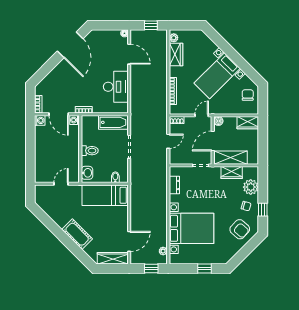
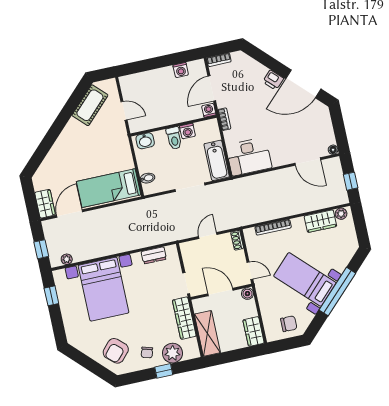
window: (232, 53) -> (337, 292), added
door: (129, 54) -> (308, 162), hinge flipped
printer: (62, 67) -> (273, 80), added
desk: (116, 87) -> (249, 157), moved
washing machine: (40, 120) -> (181, 70), moved
washing machine: (87, 139) -> (187, 131), added
door: (168, 141) -> (208, 235), swing flipped
shelving: (231, 158) -> (207, 333), moved
wardrobe: (232, 172) -> (184, 318), width x1.50
bed: (105, 195) -> (109, 188), moved, turned -90
window: (263, 210) -> (164, 371), moved
cot: (77, 234) -> (90, 105), moved
door: (129, 241) -> (70, 213), swing flipped
wardrobe: (113, 258) -> (45, 204), width x0.67
window: (205, 268) -> (51, 296), moved

